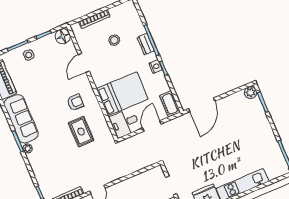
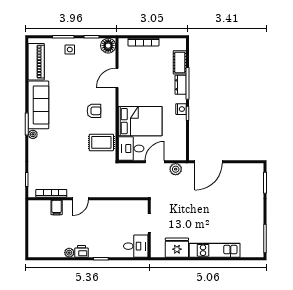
stool: (114, 40) -> (153, 69), removed
plant: (250, 92) -> (176, 169), moved
cot: (170, 104) -> (180, 62), moved
rug: (81, 132) -> (101, 142), moved, turned 90

